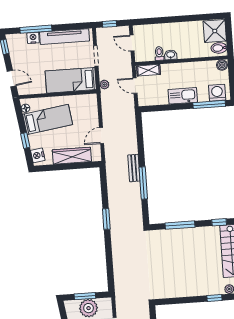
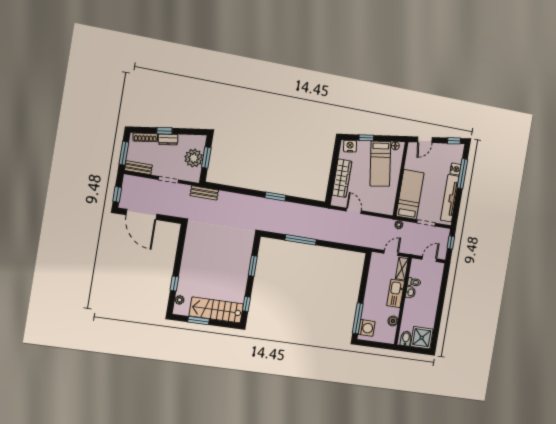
boiler: (222, 65) -> (393, 321), moved
kitchen sink: (183, 96) -> (396, 293), moved, turned 180
bench: (134, 168) -> (204, 193), moved
window: (180, 225) -> (253, 266), width x0.69

